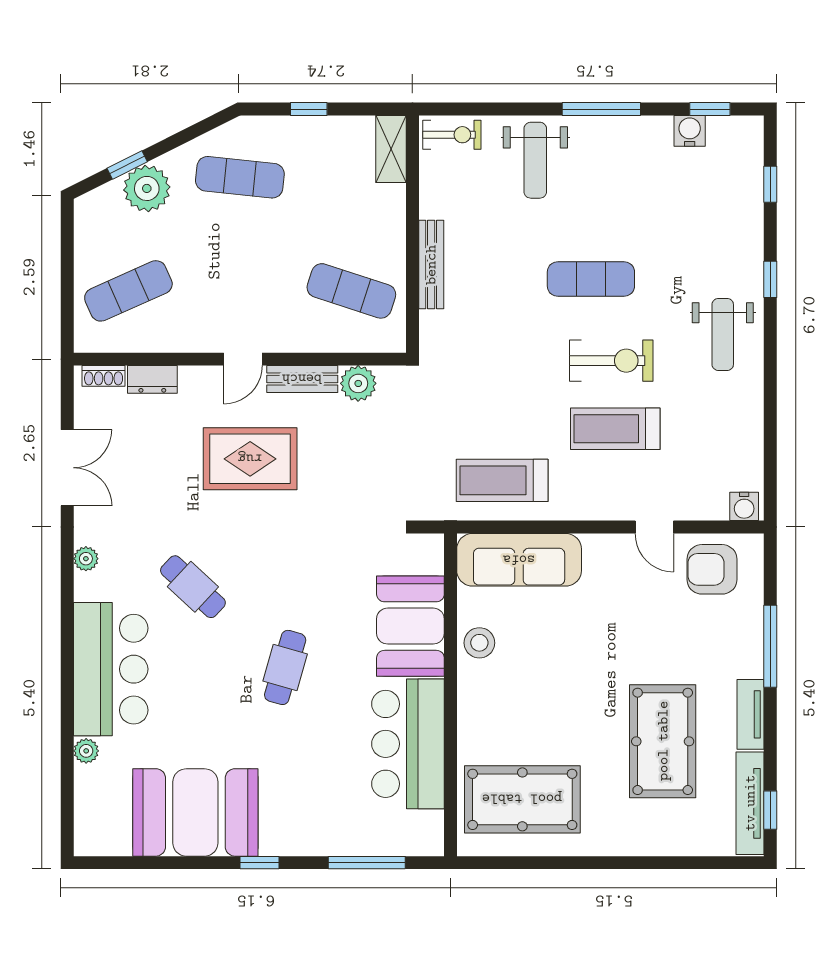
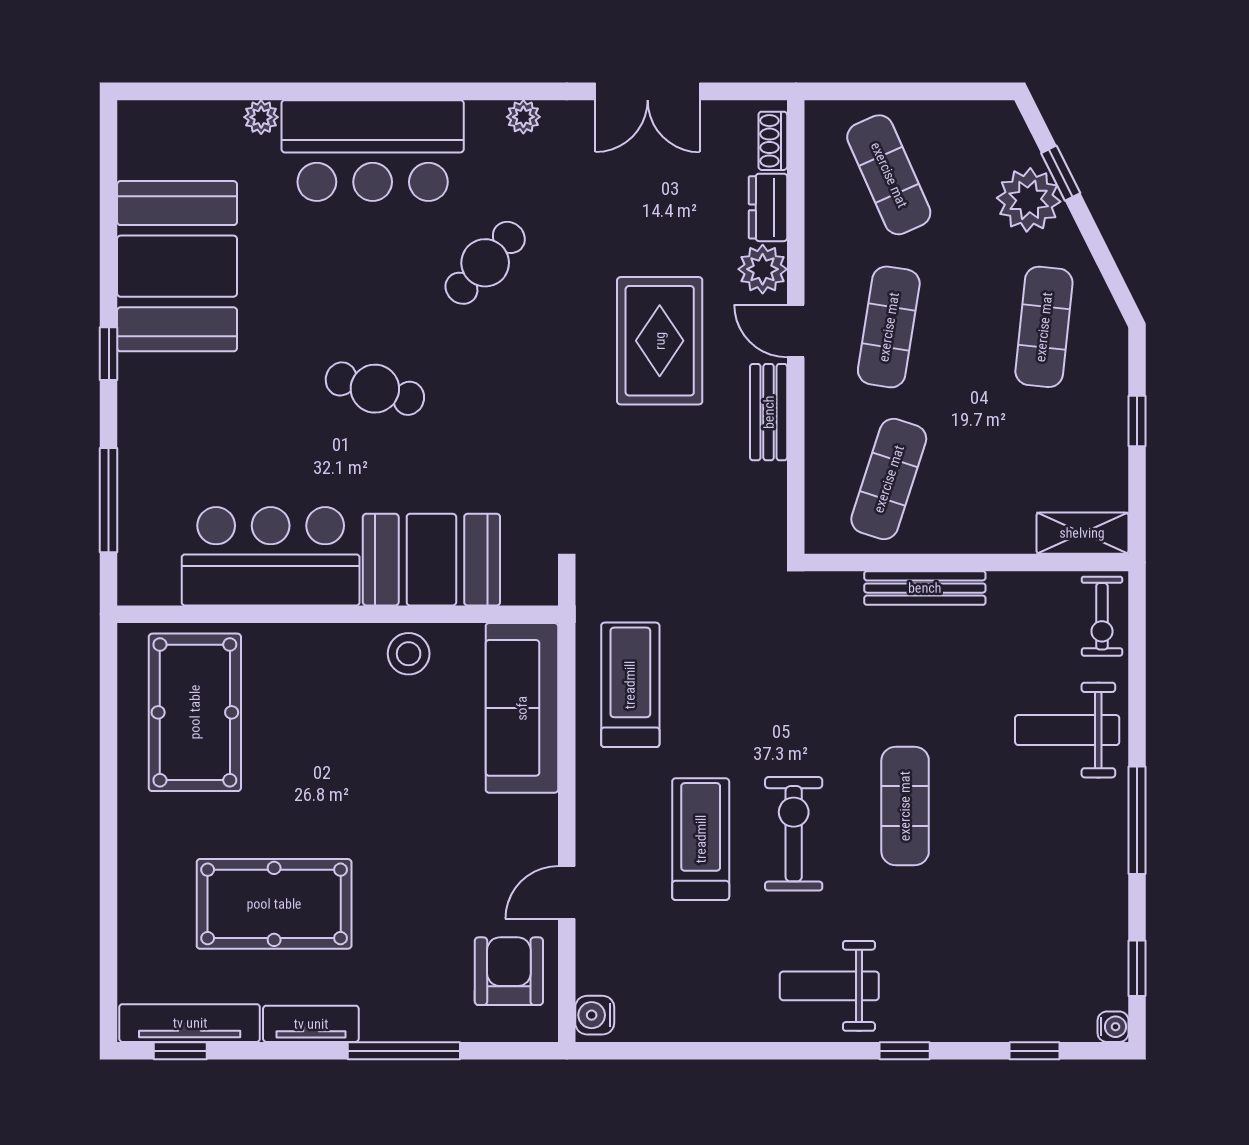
water cooler: (690, 131) -> (1113, 1027), moved, width x0.72, depth x0.72
exercise mat: (240, 291) -> (889, 327), added
exercise bike: (611, 361) -> (794, 834), turned 180
plant: (358, 383) -> (763, 269), moved

